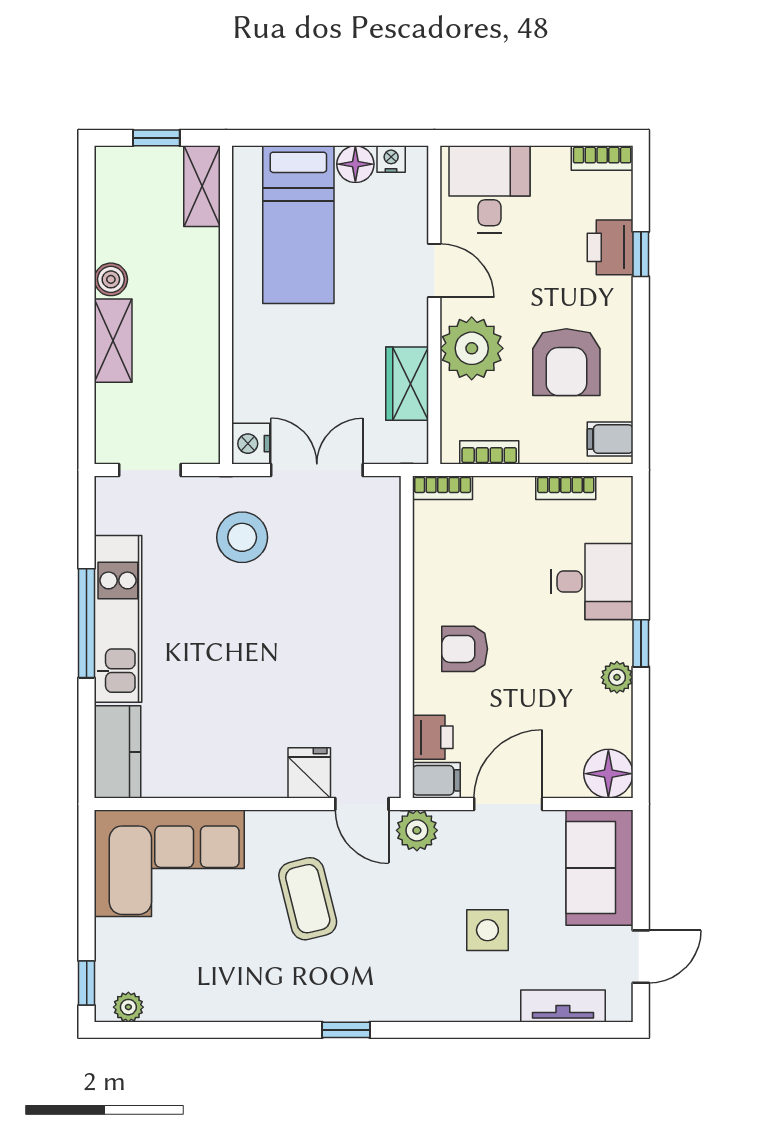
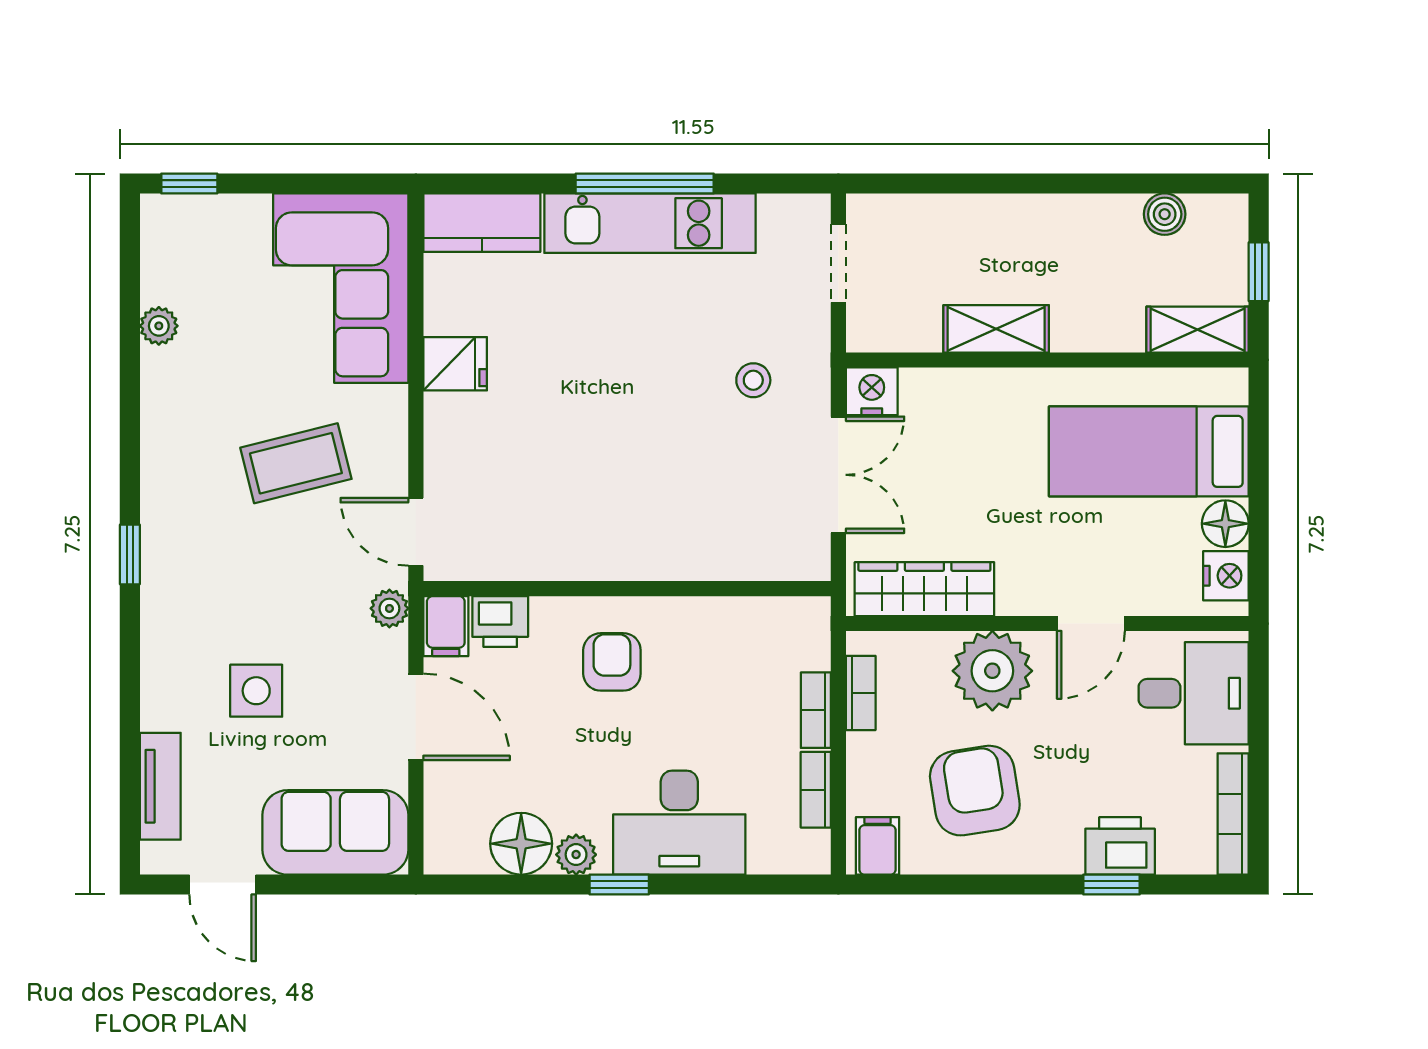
bookcase: (602, 158) -> (1233, 814), width x1.56
nightstand: (391, 159) -> (1226, 576), width x1.39, depth x1.35
boiler: (111, 279) -> (1165, 214), moved
shelving: (113, 341) -> (996, 329), moved
armchair: (566, 362) -> (975, 791), turned 81
wardrobe: (407, 384) -> (924, 589), width x1.50
bookcase: (443, 488) -> (816, 710), moved
stool: (242, 537) -> (753, 380), width x0.53, depth x0.53
desk: (592, 582) -> (679, 823), width x1.37
fridge: (309, 773) -> (455, 364), moved
floor lamp: (608, 774) -> (521, 844), moved
door: (362, 804) -> (416, 532), hinge flipped
plant: (417, 830) -> (389, 608), width x0.73, depth x0.73
plant: (128, 1007) -> (159, 326), moved
window: (346, 1030) -> (130, 554), moved

